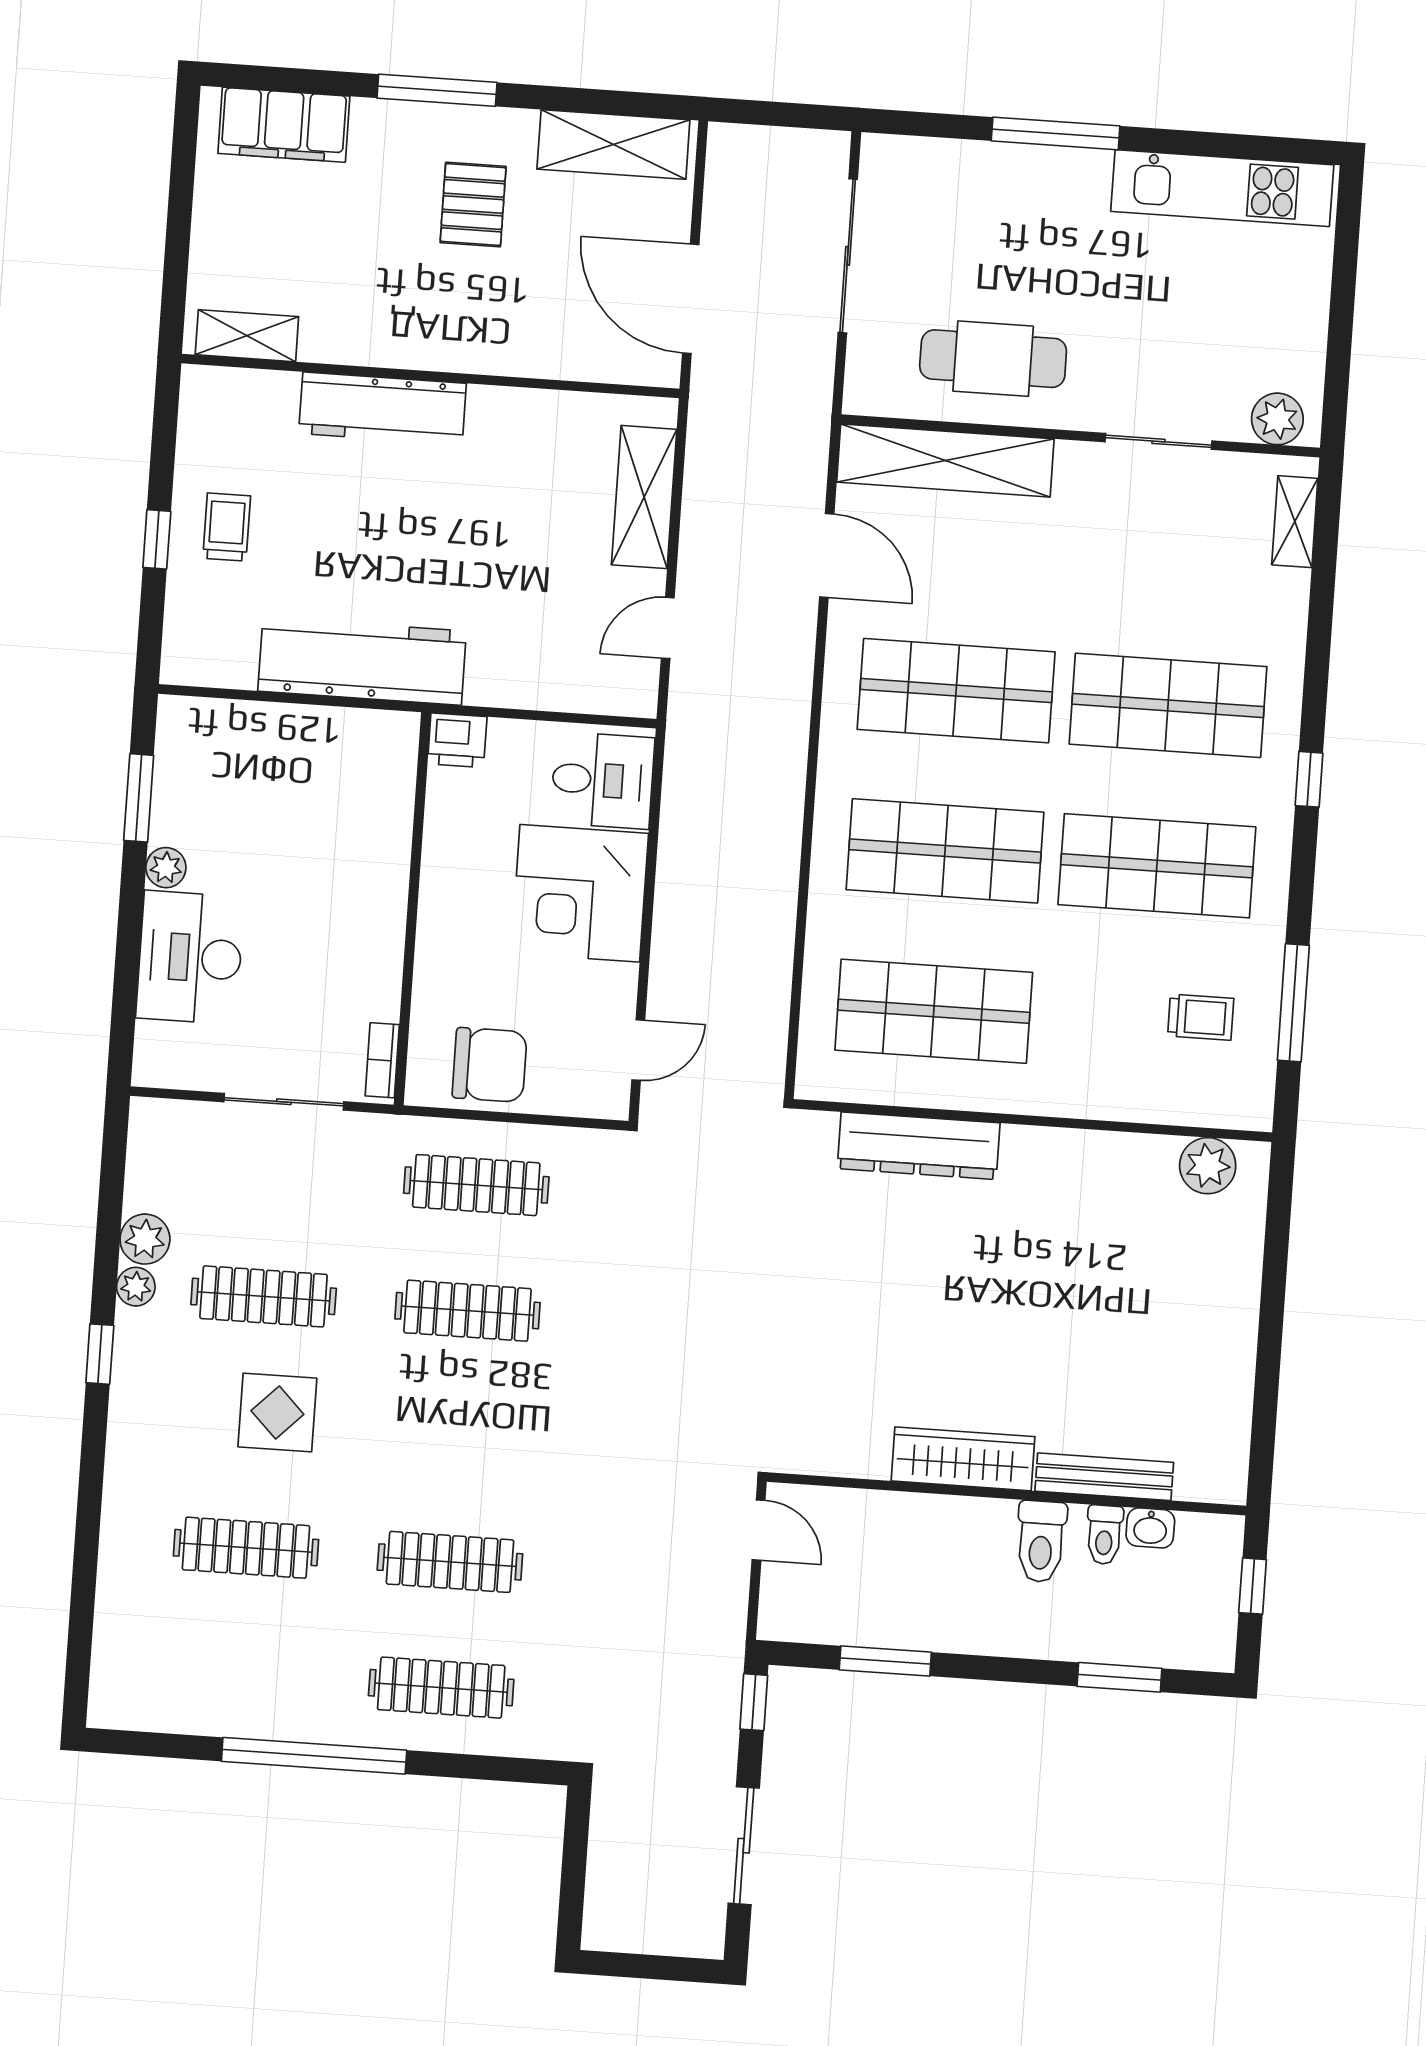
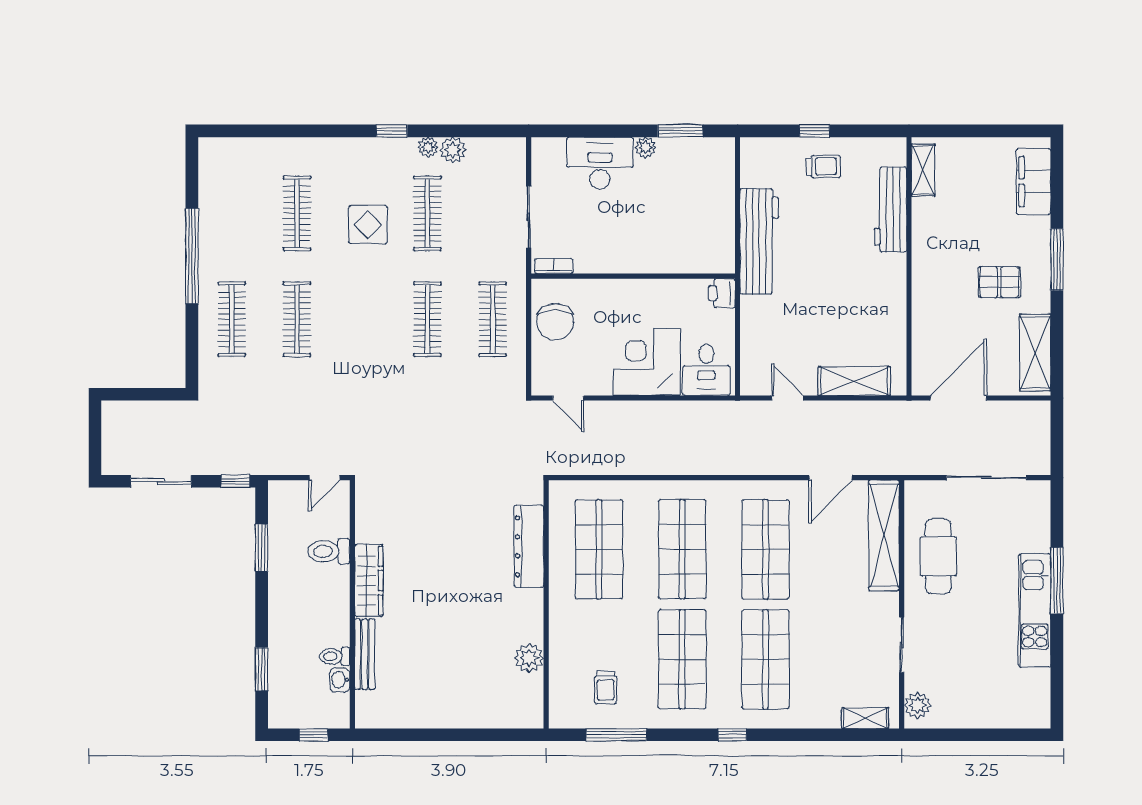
kitchen unit: (1222, 188) -> (1035, 610), moved
workbench: (383, 408) -> (891, 210), moved
plant: (1208, 1166) -> (529, 658), moved
toilet: (1041, 1541) -> (329, 551), moved

